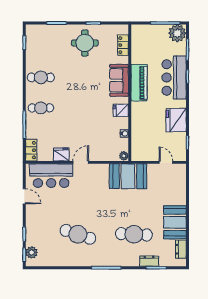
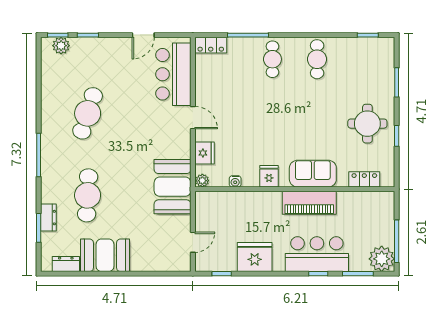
fridge: (61, 154) -> (204, 153), moved

